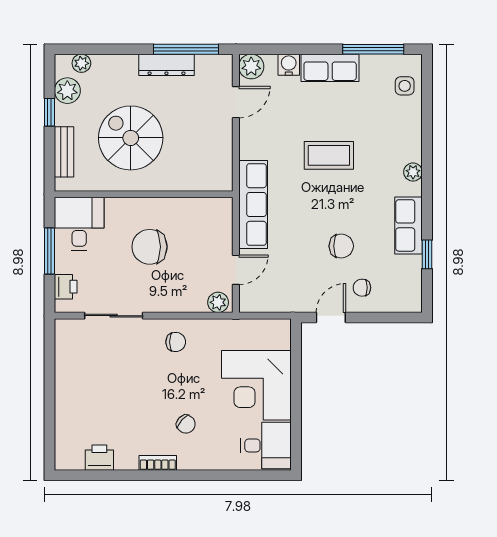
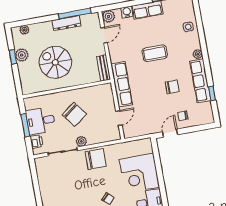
side table: (405, 86) -> (188, 27), moved
plant: (67, 91) -> (22, 55), moved
bench: (64, 152) -> (104, 68), moved
desk: (79, 224) -> (41, 121), moved, turned -90
row of seats: (409, 225) -> (200, 81), width x1.48
chair: (341, 246) -> (172, 87), moved
chair: (150, 247) -> (74, 114), turned -127
plant: (218, 302) -> (81, 141), moved
chair: (176, 342) -> (96, 159), width x1.87, depth x1.87

